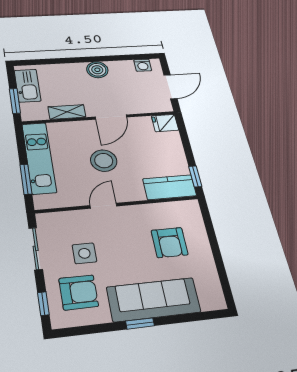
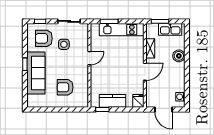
boiler: (97, 70) -> (179, 56), moved
door: (111, 117) -> (145, 72), swing flipped
stool: (104, 161) -> (117, 63), removed
kitchen counter: (170, 187) -> (113, 101), moved, turned -90
door: (103, 206) -> (89, 58), hinge flipped
armchair: (79, 292) -> (44, 38), turned 90

